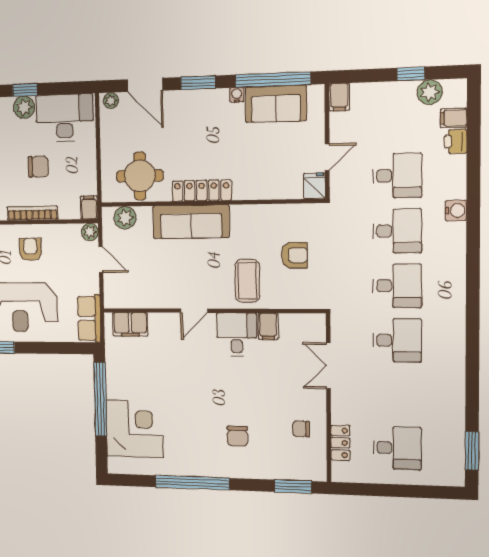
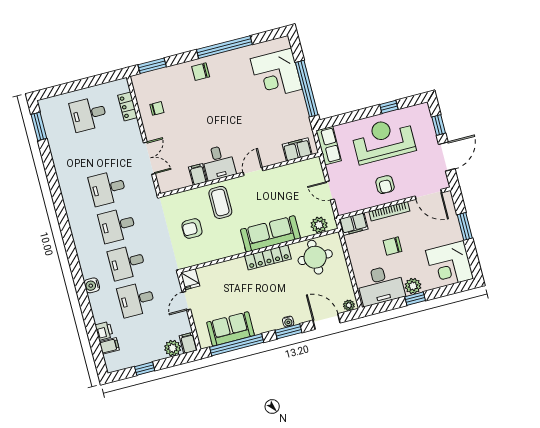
plant: (430, 92) -> (173, 348), moved
water cooler: (237, 95) -> (288, 322), moved
filing cabinet: (89, 208) -> (354, 224), width x2.00
plant: (90, 232) -> (343, 208), removed
chair: (237, 436) -> (201, 72), moved, turned -90

